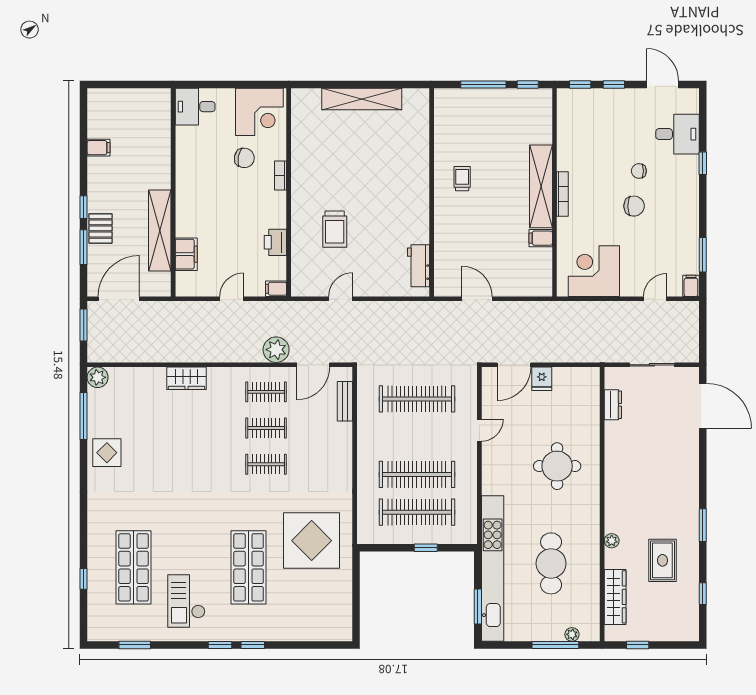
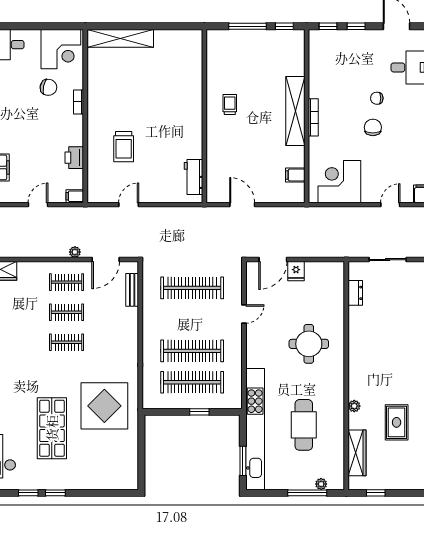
shelving: (362, 99) -> (120, 38), moved
chair: (634, 206) -> (373, 127), turned -90
filing cabinet: (541, 238) -> (295, 175), moved
plant: (276, 350) -> (75, 252), width x0.53, depth x0.53

